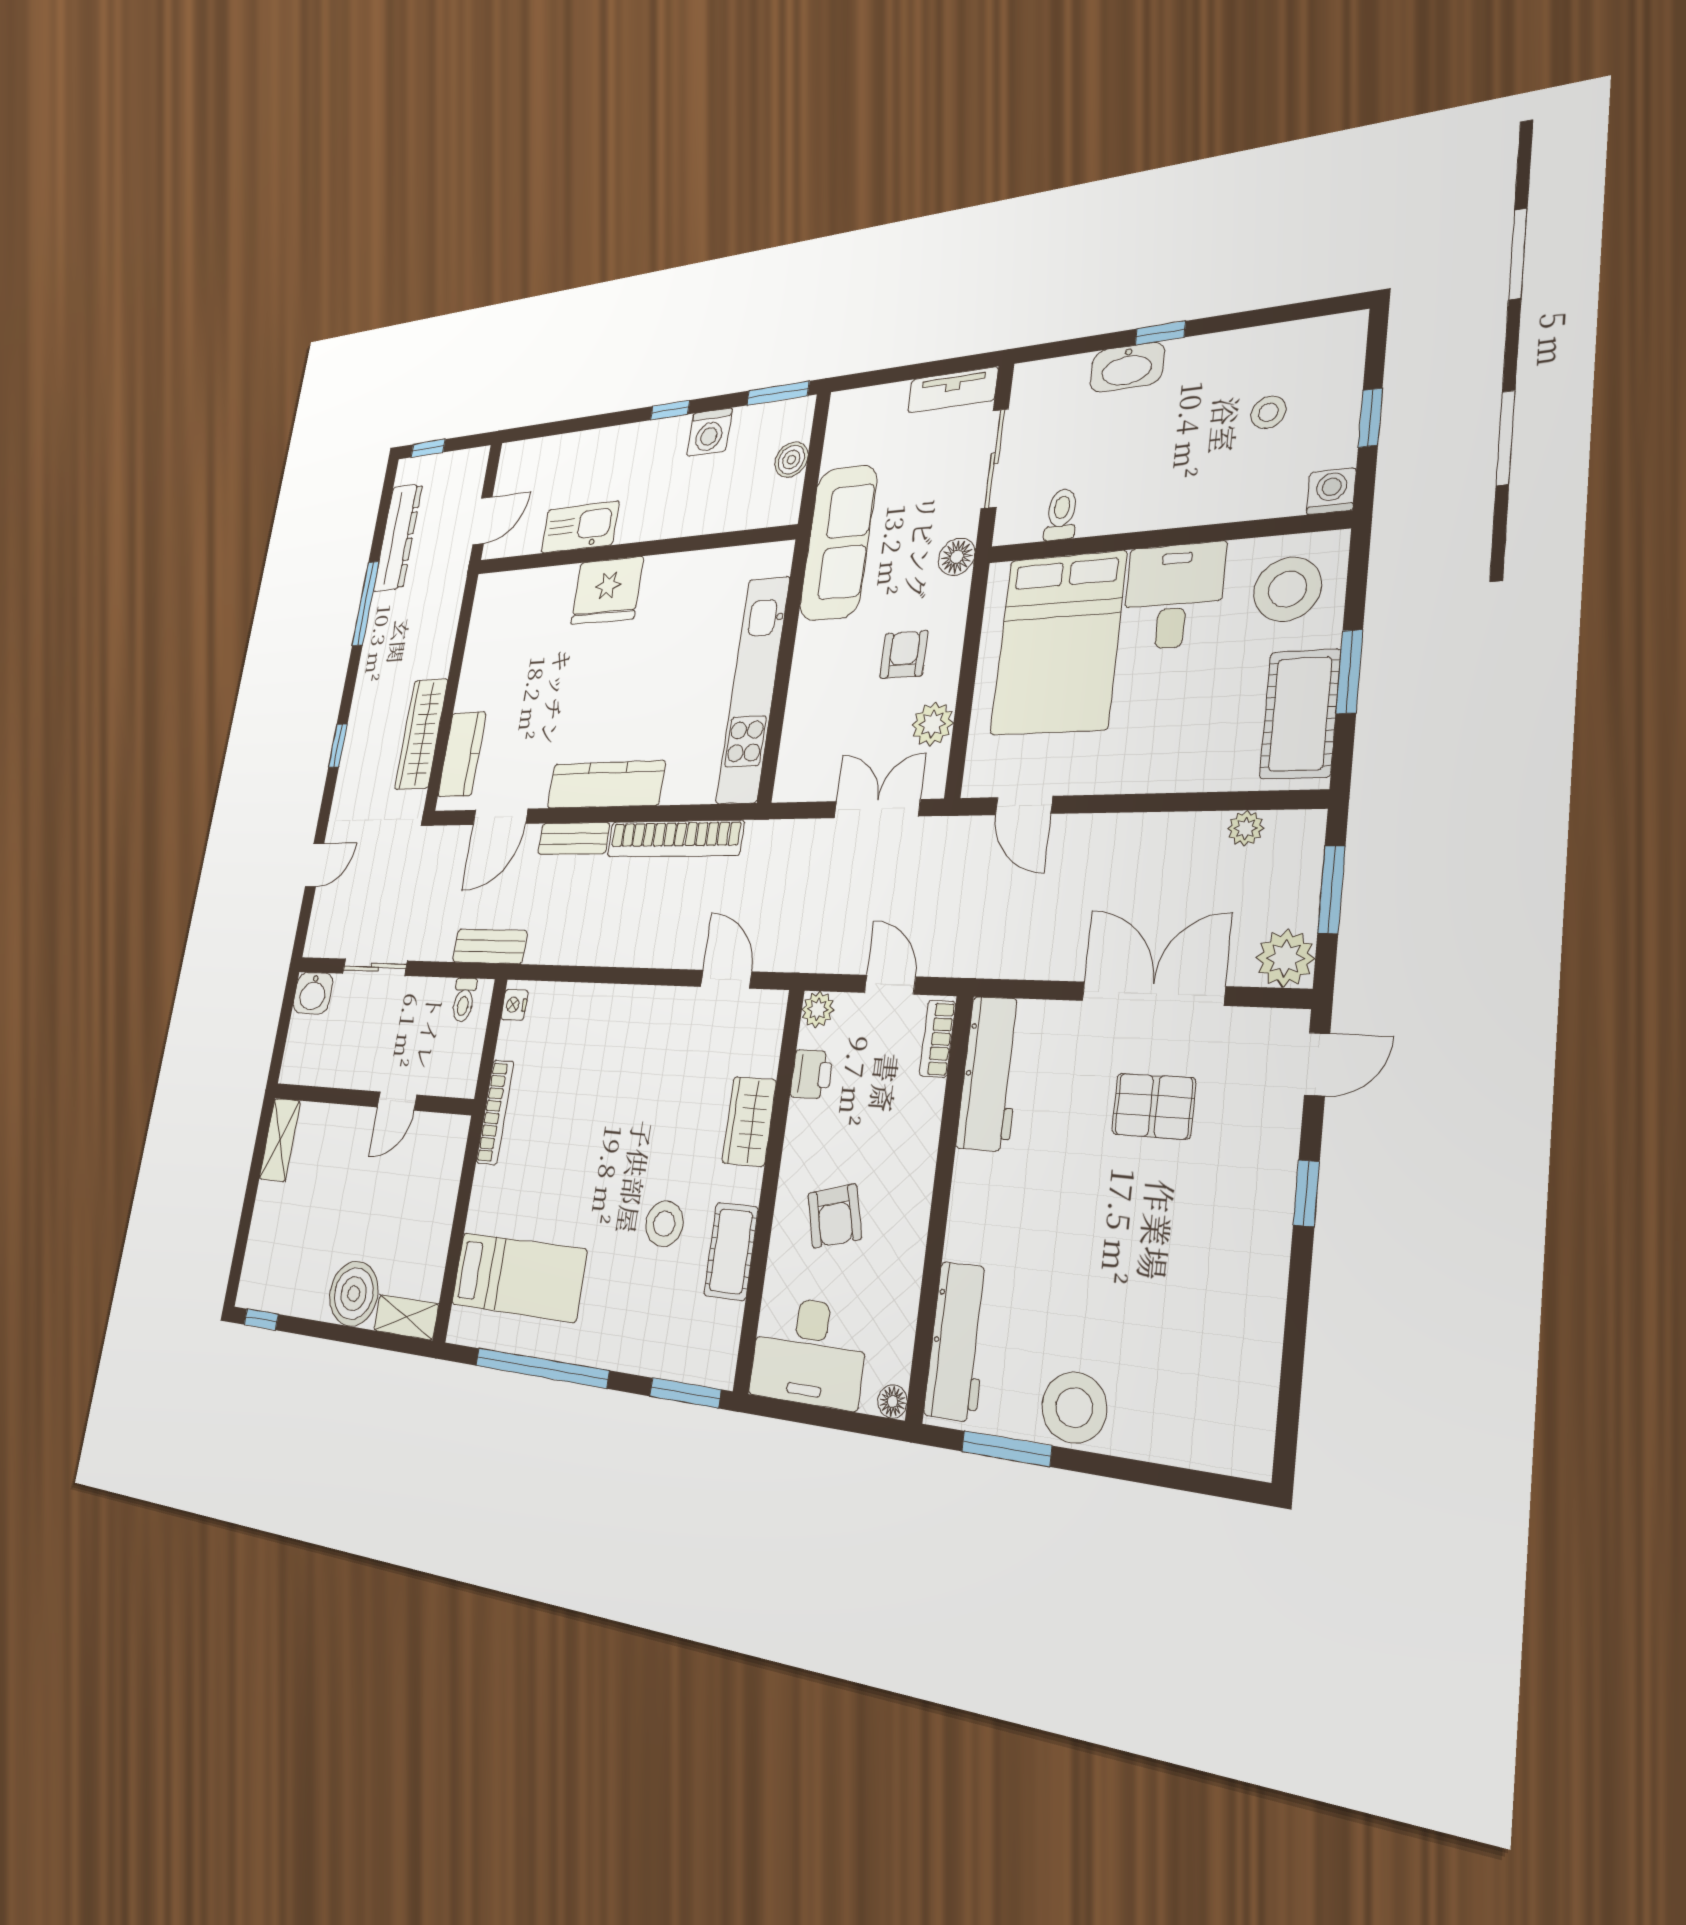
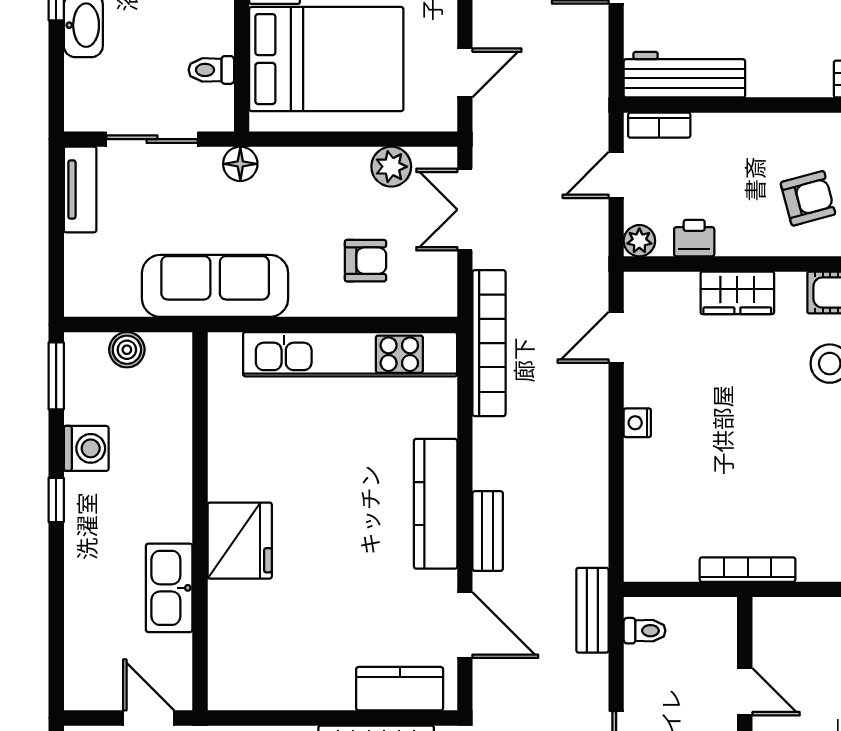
armchair: (904, 655) -> (365, 261), moved, turned 180
bookcase: (675, 839) -> (489, 343), moved
nightstand: (514, 1005) -> (637, 423), moved, turned 90

